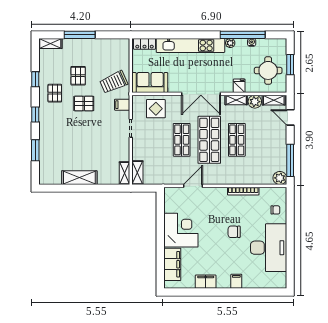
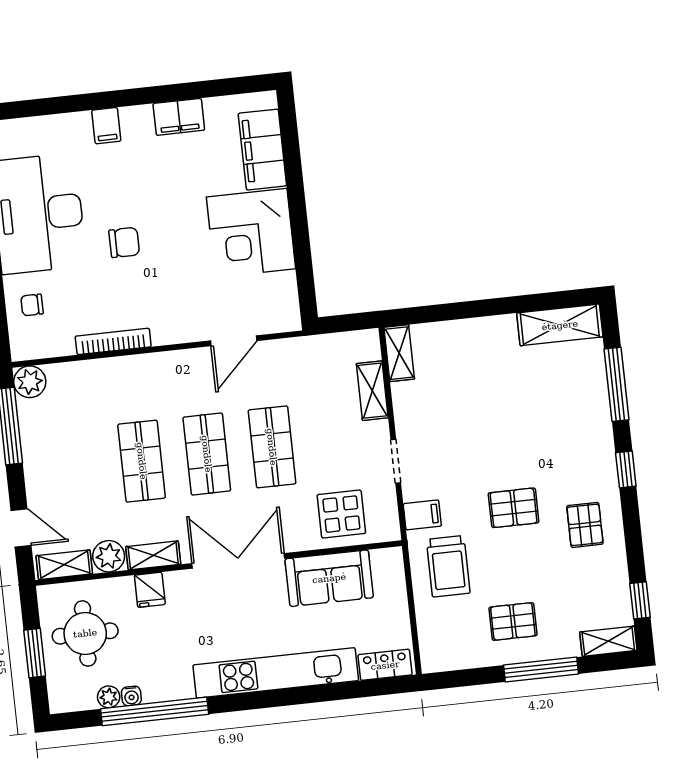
plant: (230, 43) -> (109, 697), moved
pallet: (78, 76) -> (513, 621), moved, turned 90
window: (35, 79) -> (640, 600), moved
trolley: (114, 82) -> (448, 566), turned 114
sofa: (150, 82) -> (329, 578), moved
shop shelf: (209, 140) -> (207, 454), width x0.70, depth x0.74
window: (35, 150) -> (617, 384), width x1.44
shelving: (137, 173) -> (372, 391), moved
shelving: (79, 178) -> (560, 325), moved

